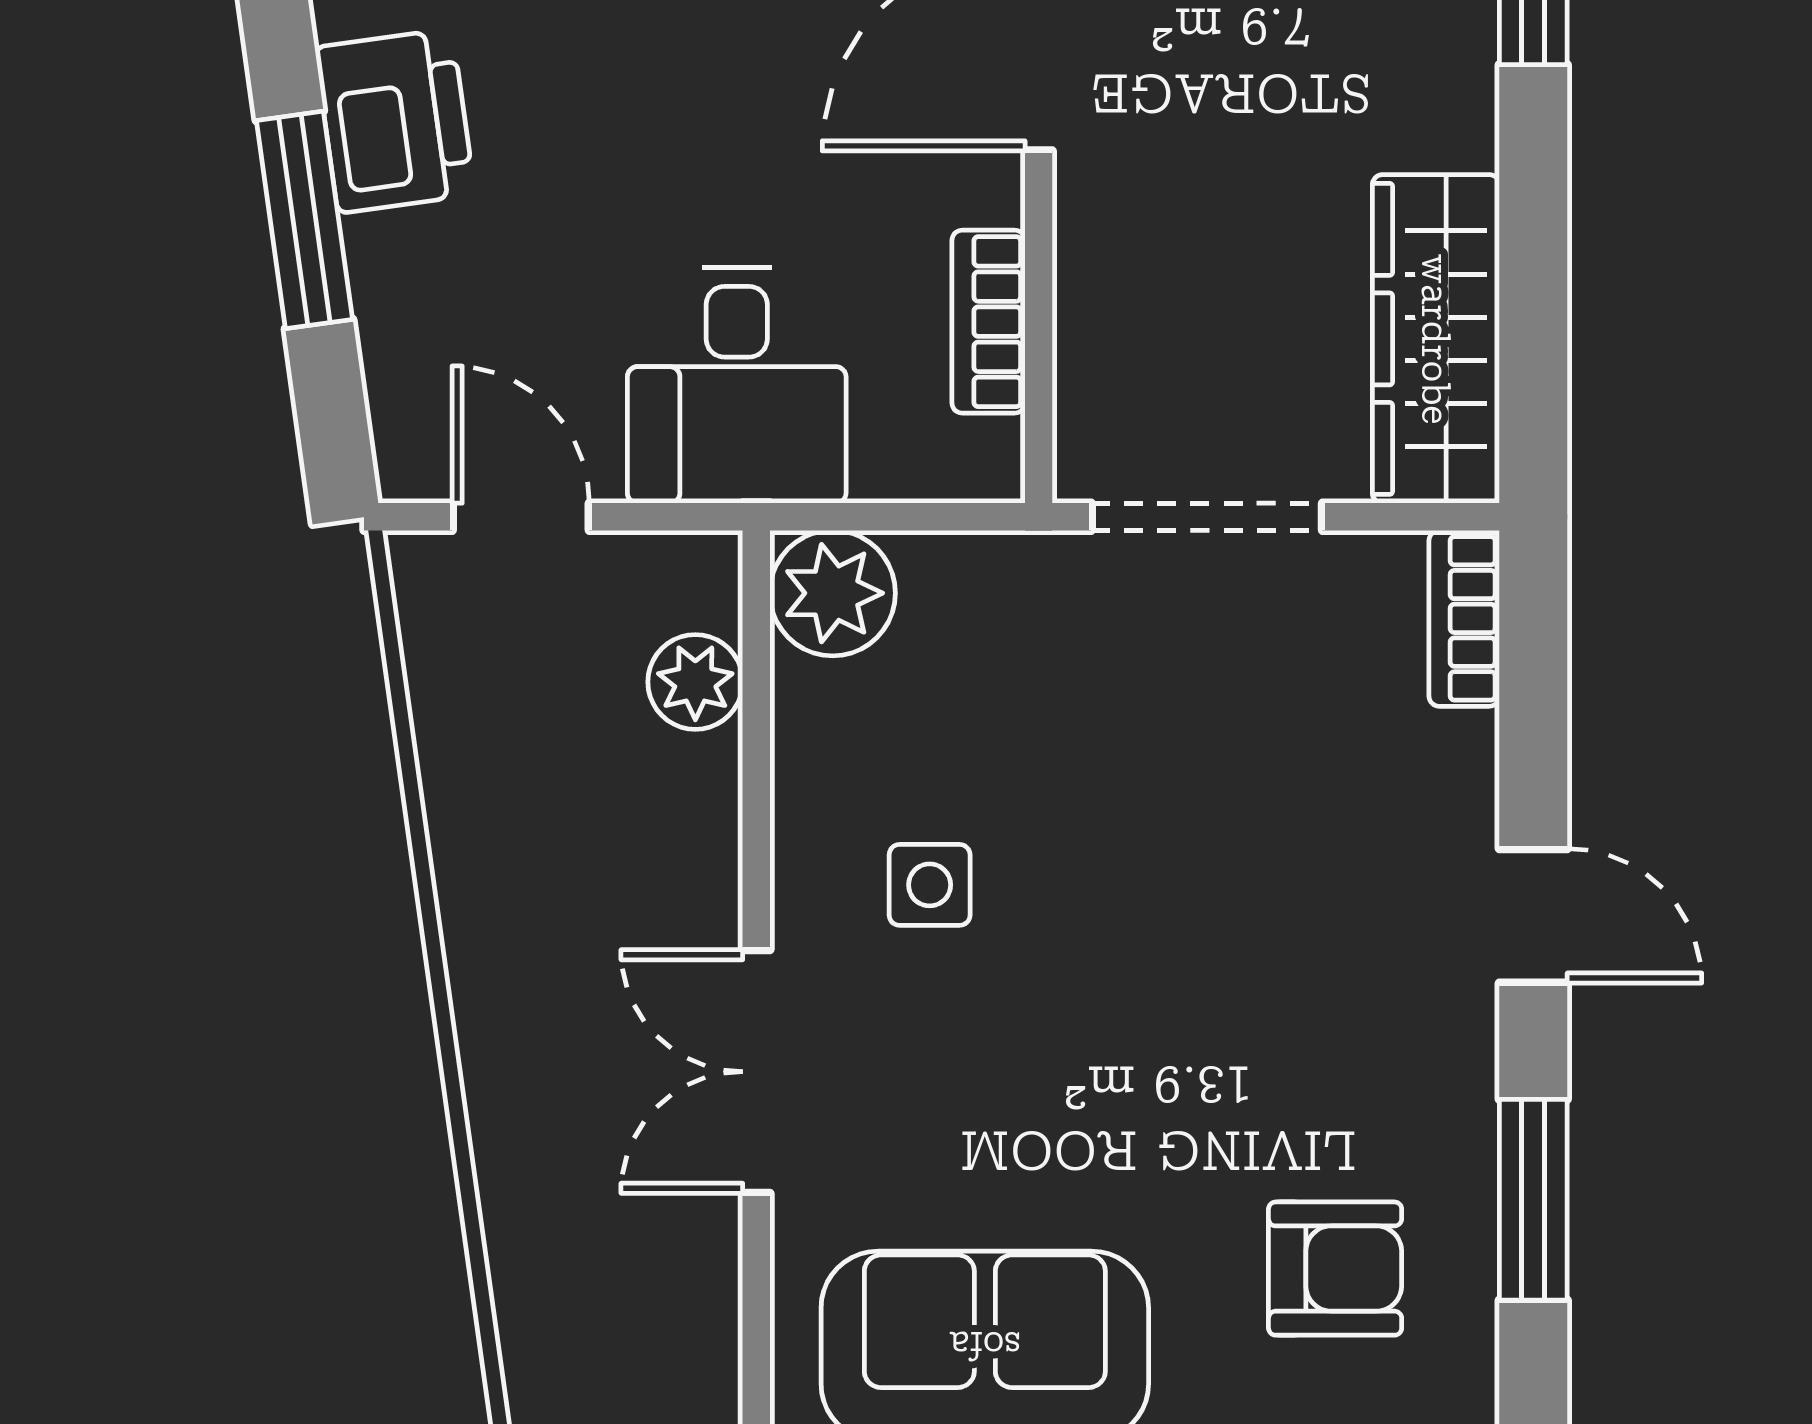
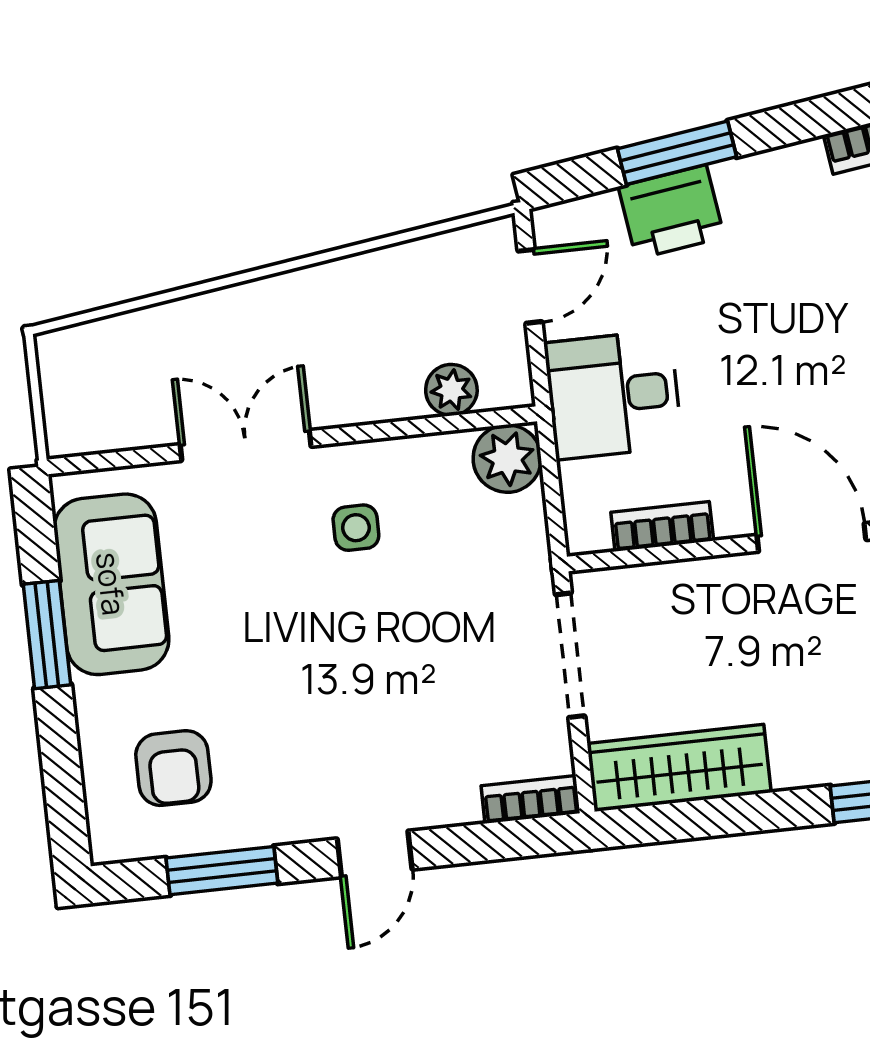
printer: (395, 121) -> (671, 212), moved

